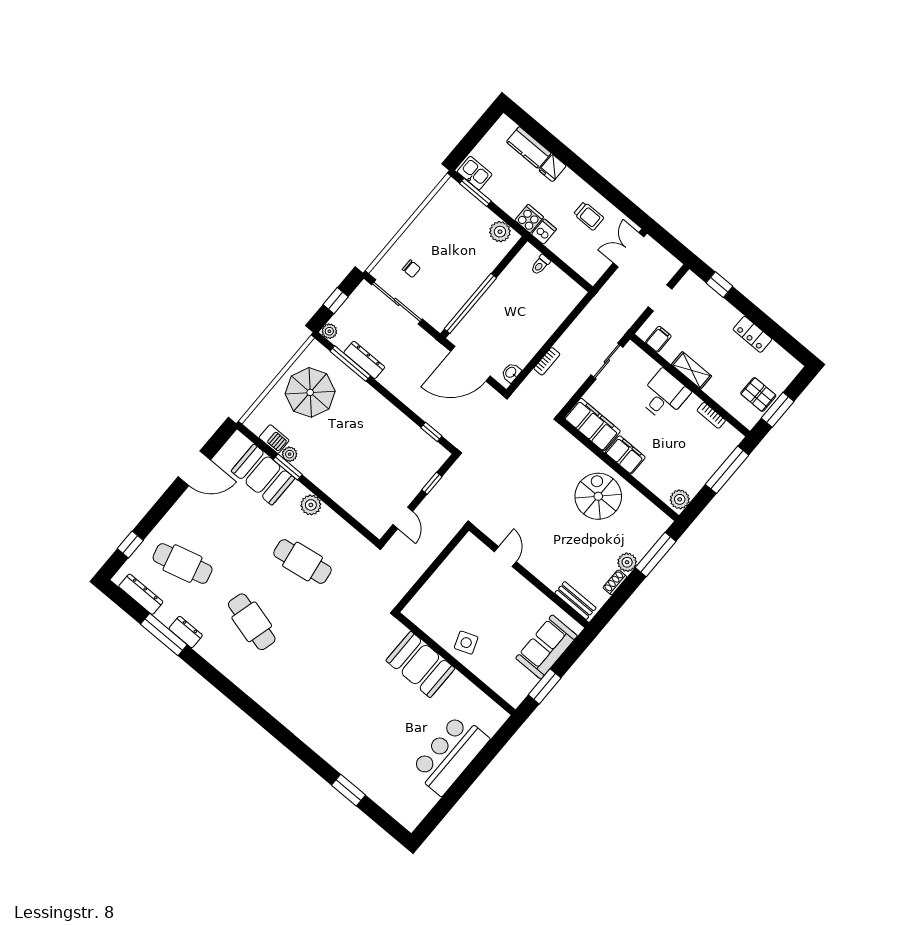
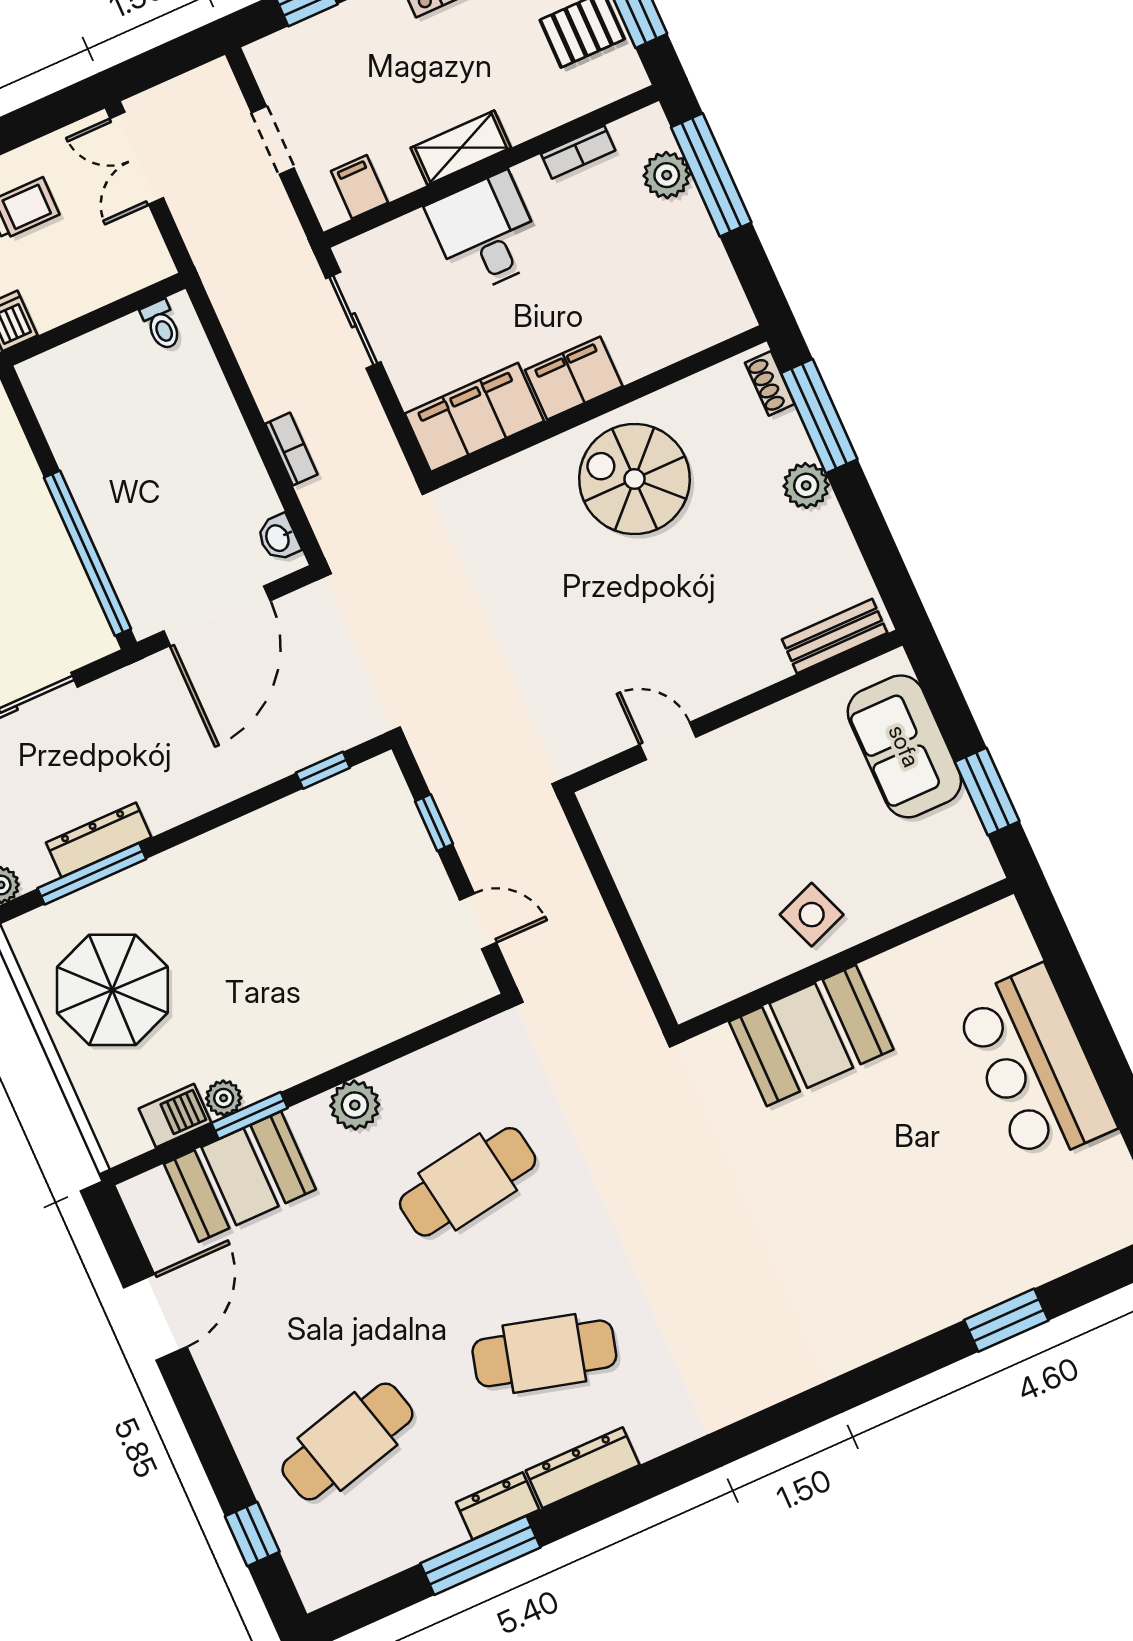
toilet: (540, 265) -> (161, 325), moved
plant: (680, 499) -> (667, 175), moved
shoe rack: (615, 582) -> (770, 383), moved
dresser: (141, 594) -> (583, 1468), moved

